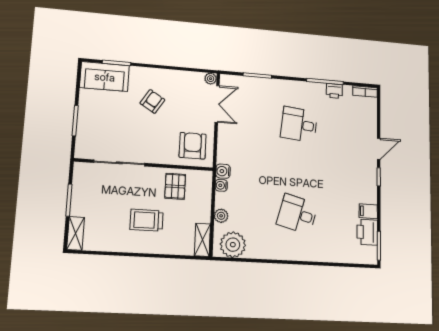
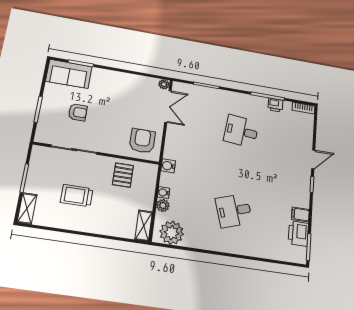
armchair: (152, 101) -> (78, 112), moved, turned 58
water cooler: (221, 185) -> (164, 193), moved
desk: (297, 214) -> (234, 211), turned -33
trolley: (147, 220) -> (77, 196), moved

